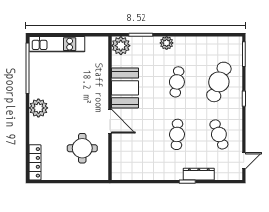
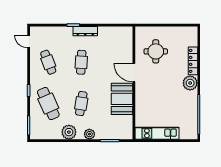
kitchen unit: (57, 44) -> (157, 133), moved
plant: (121, 46) -> (69, 132), moved
cafe table: (219, 82) -> (48, 104), turned -45
door: (244, 161) -> (29, 41), hinge flipped
locker: (35, 162) -> (193, 61), moved
dresser: (199, 174) -> (85, 31), moved

